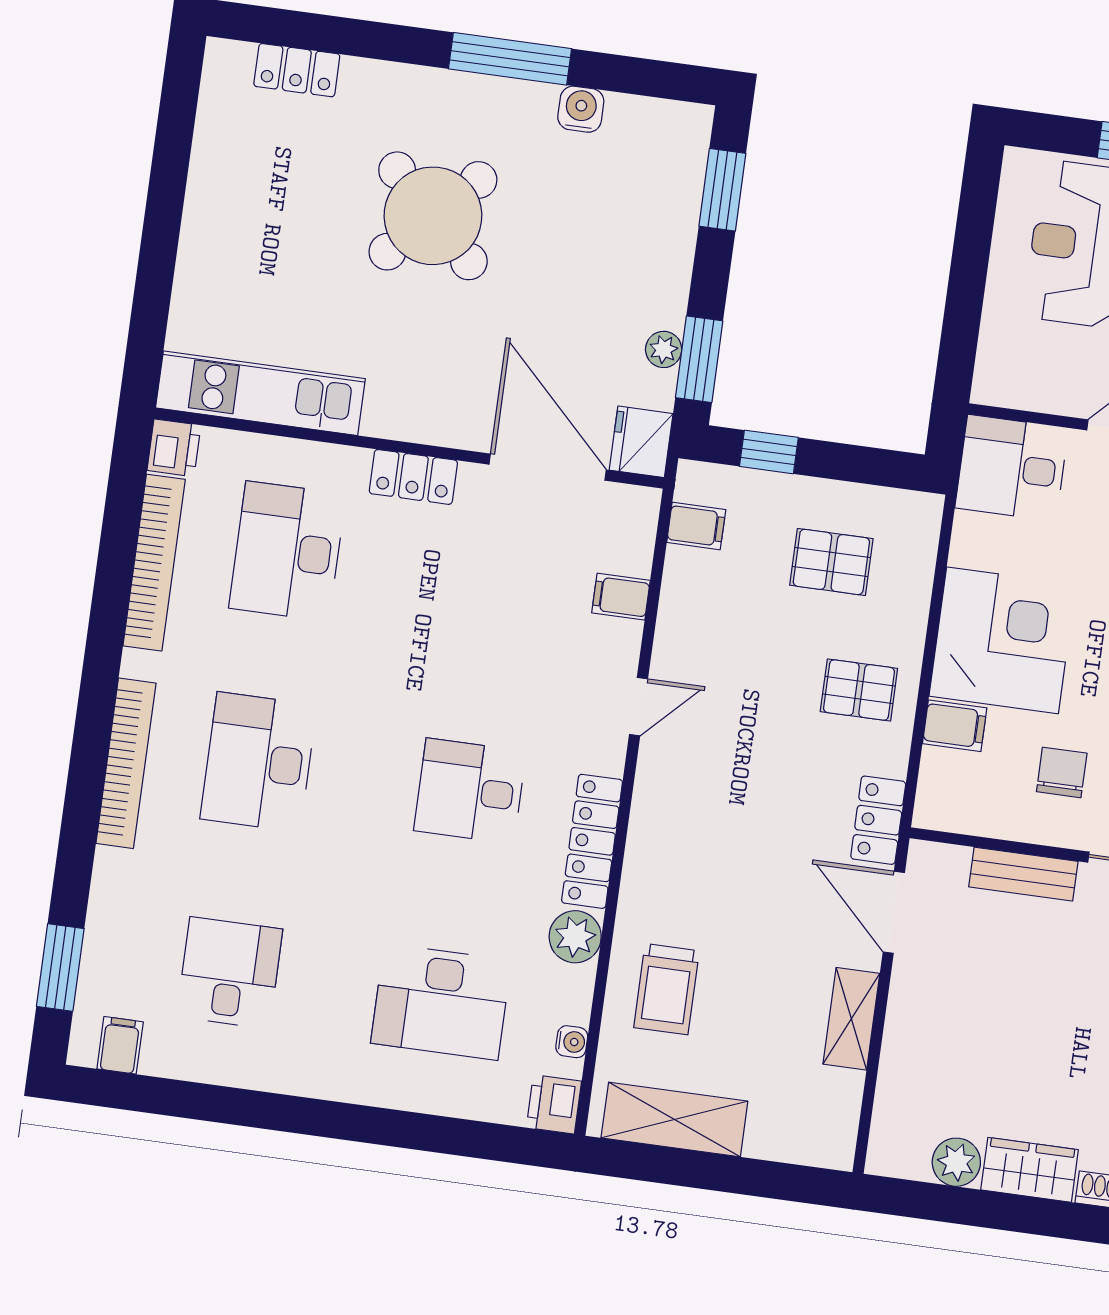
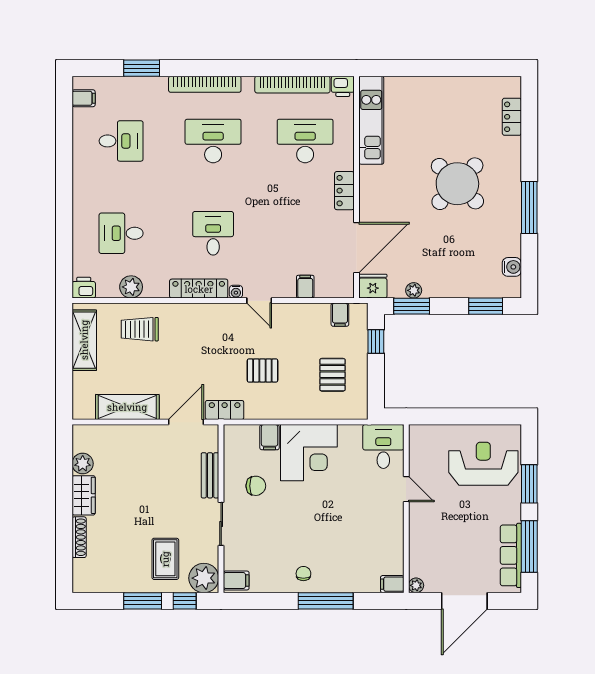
water cooler: (581, 109) -> (512, 267), moved
pallet: (859, 690) -> (262, 370), moved, turned 90
plant: (575, 937) -> (131, 287), moved
window: (60, 967) -> (142, 68), moved
desk: (441, 1002) -> (121, 233), width x0.73
shelving: (851, 1019) -> (127, 407), width x1.50, depth x1.33
water cooler: (572, 1042) -> (236, 292), moved

